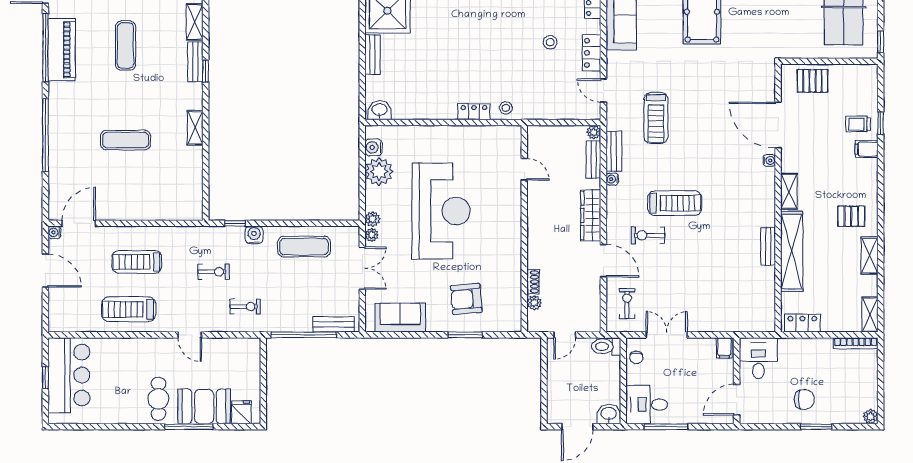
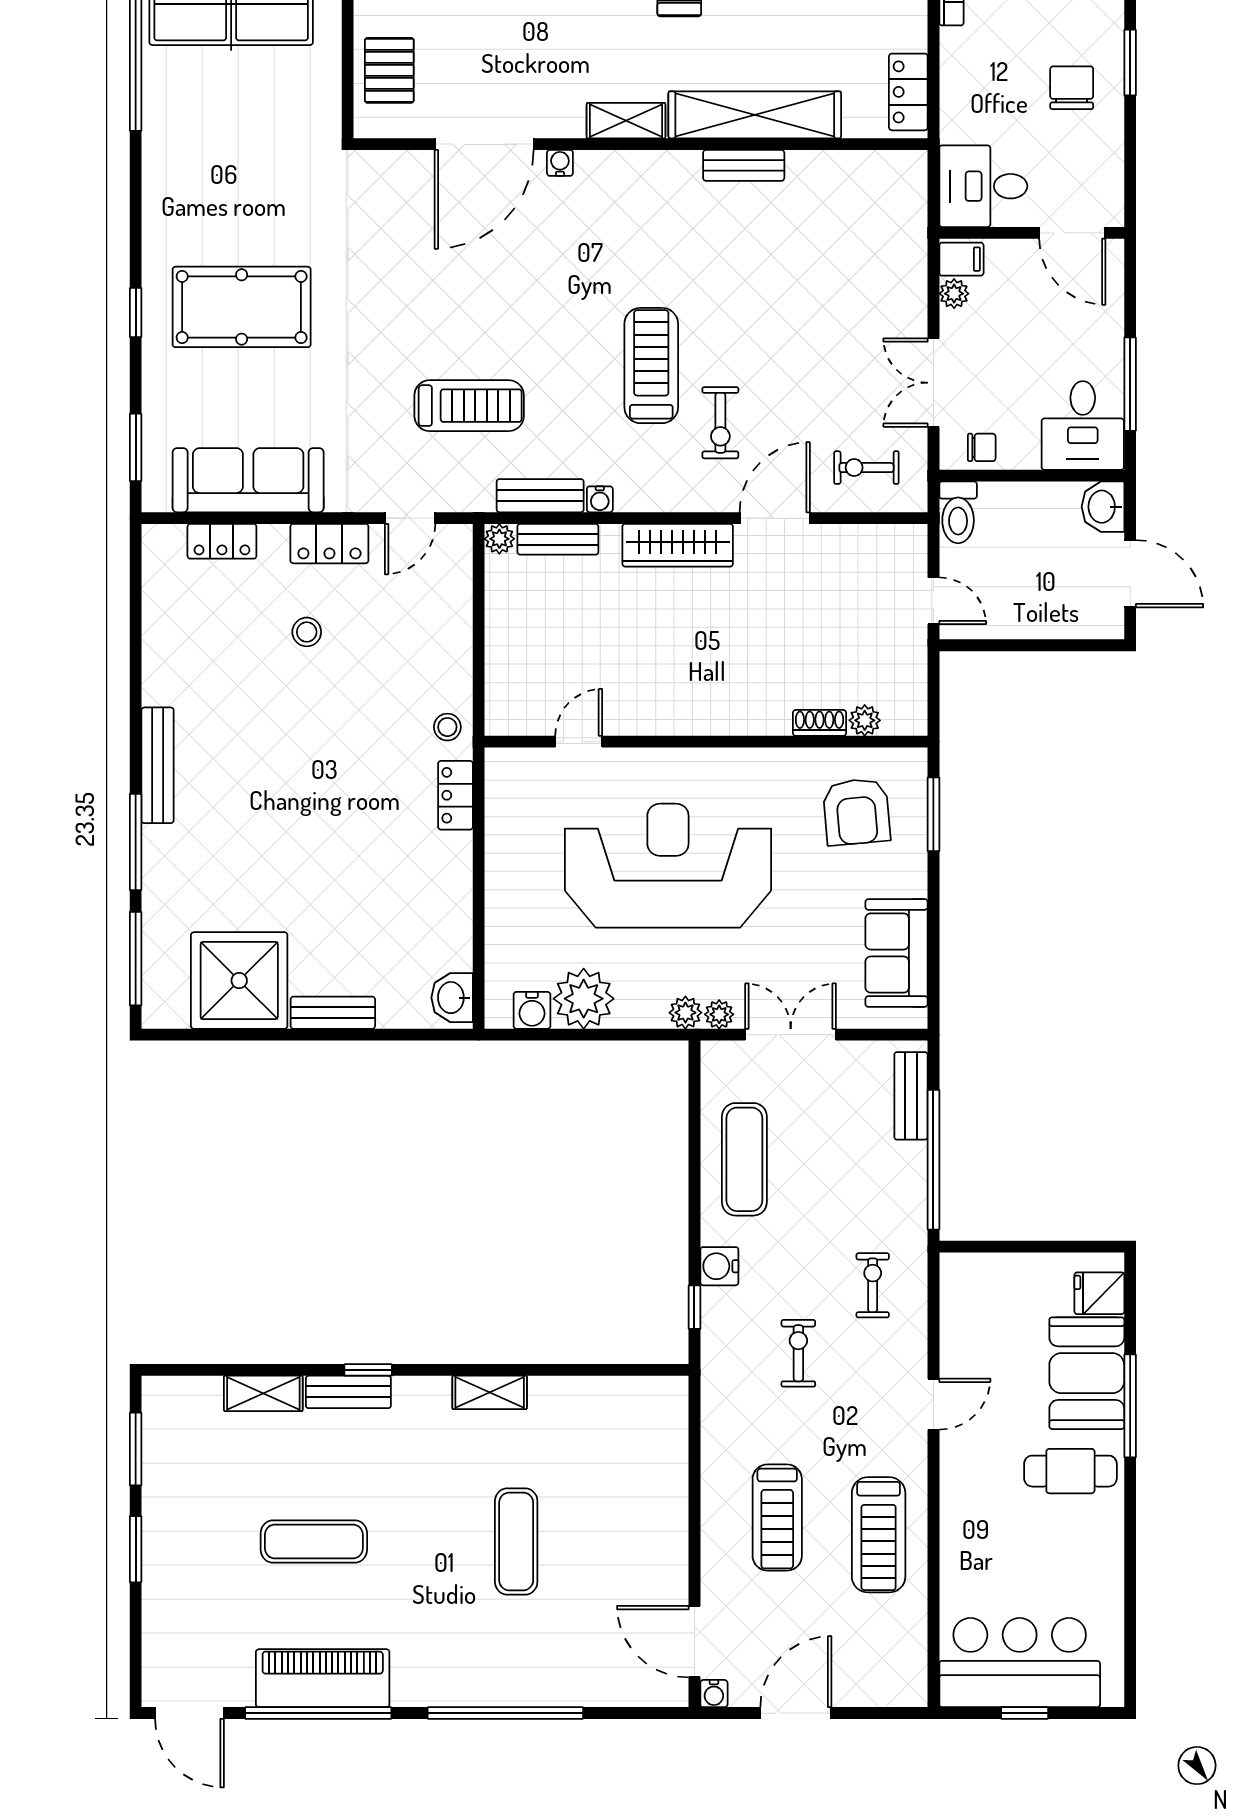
door: (524, 169) -> (579, 742), moved
wall: (524, 229) -> (706, 742), moved
shoe rack: (533, 282) -> (819, 723), moved
plant: (534, 303) -> (865, 720), moved
plant: (708, 344) -> (954, 294), added

